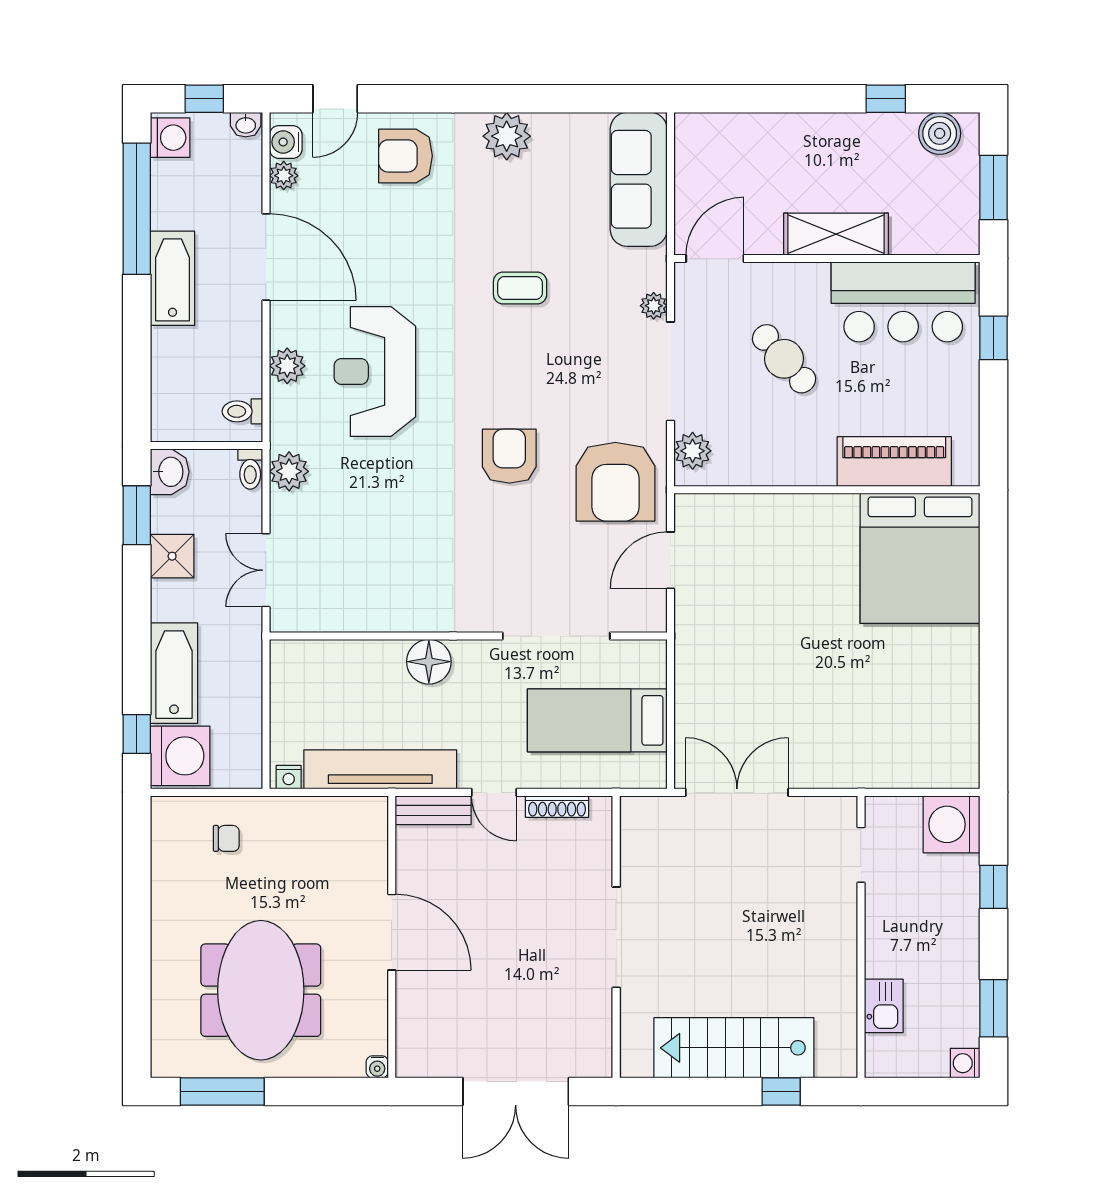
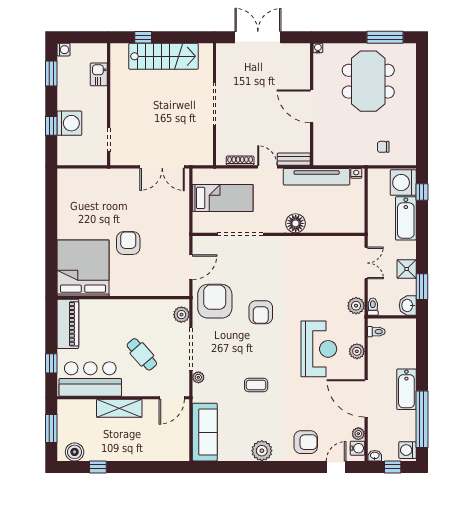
piano: (894, 462) -> (68, 324), moved, turned -90
armchair: (815, 616) -> (128, 243), added
washing machine: (952, 824) -> (69, 123), moved

